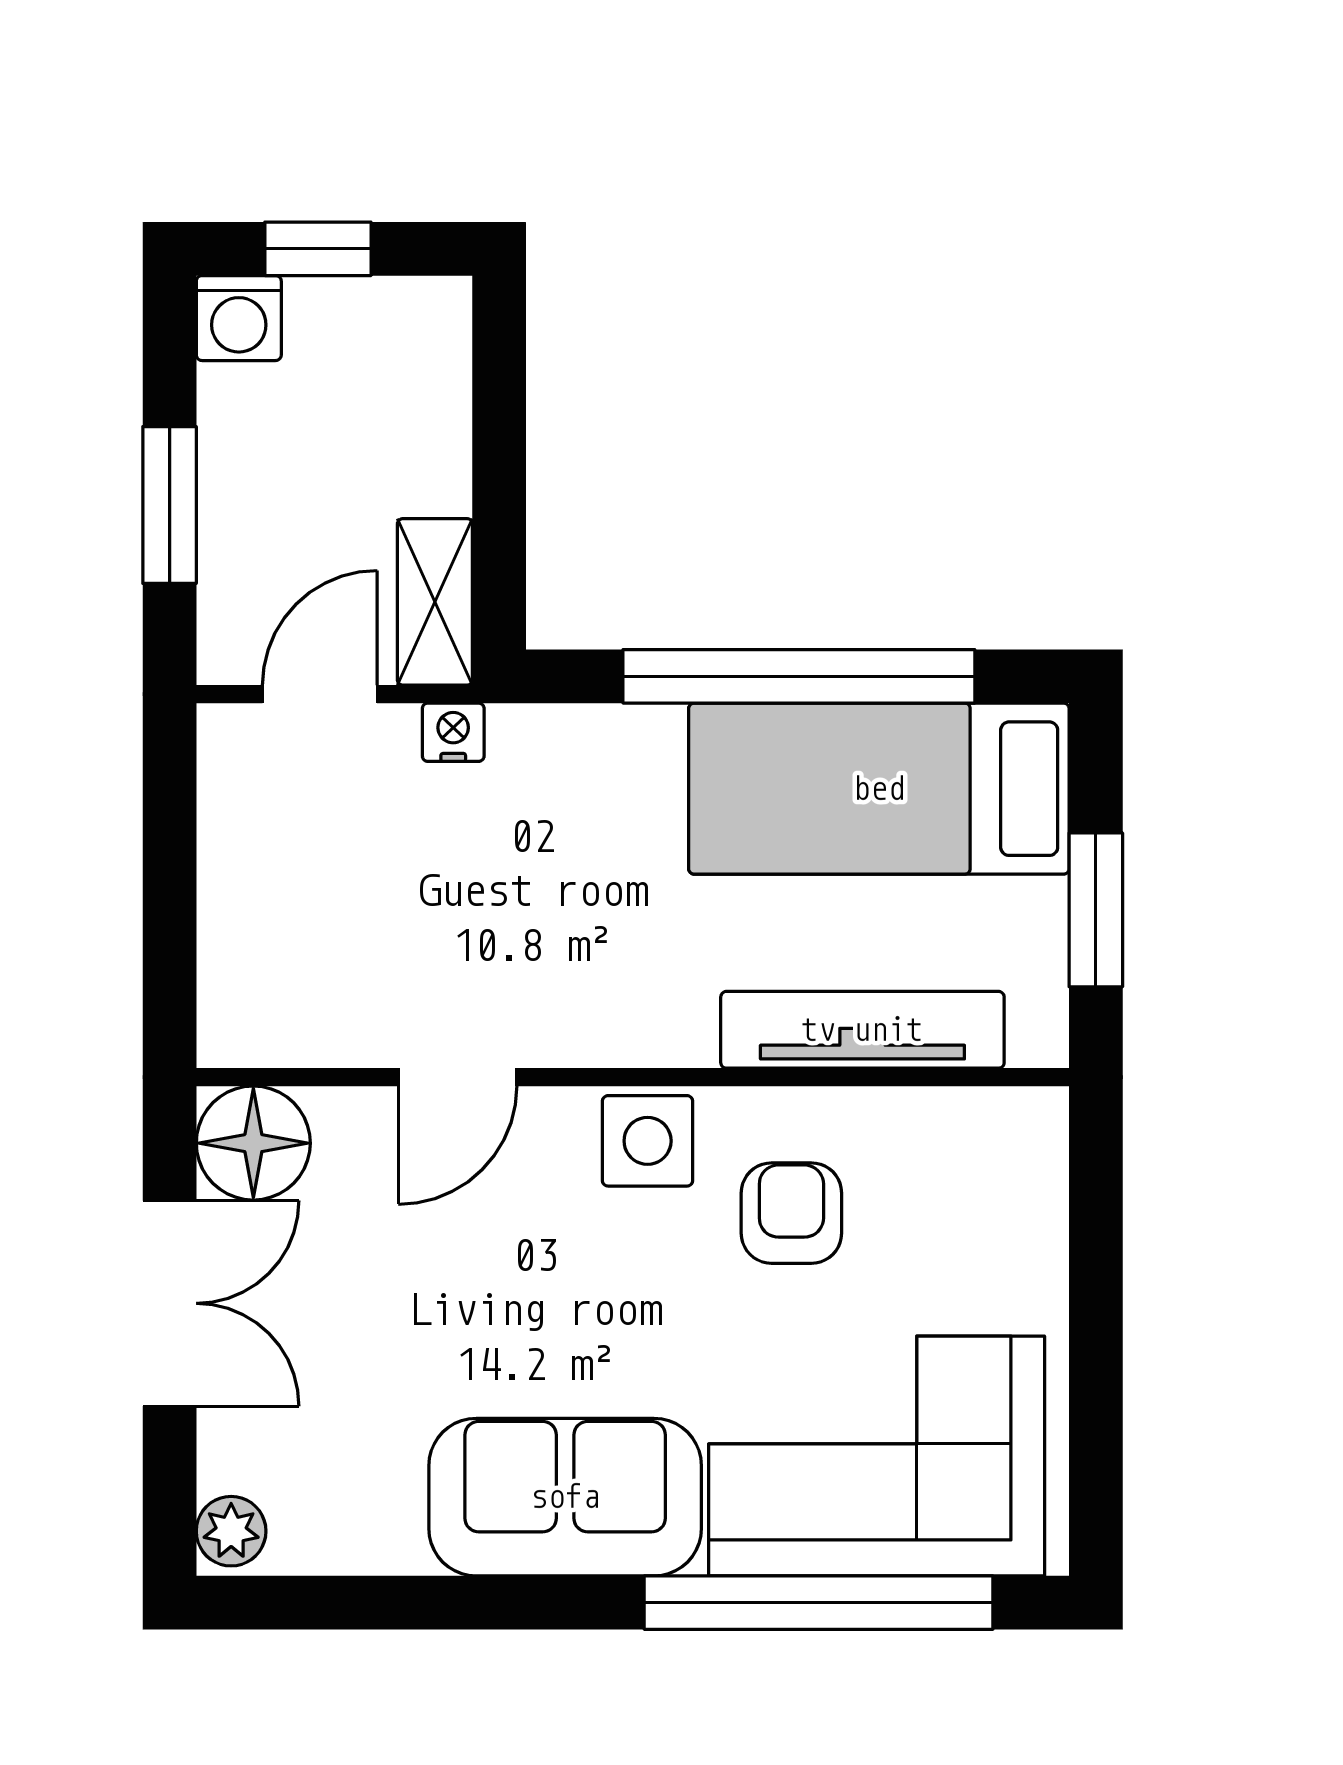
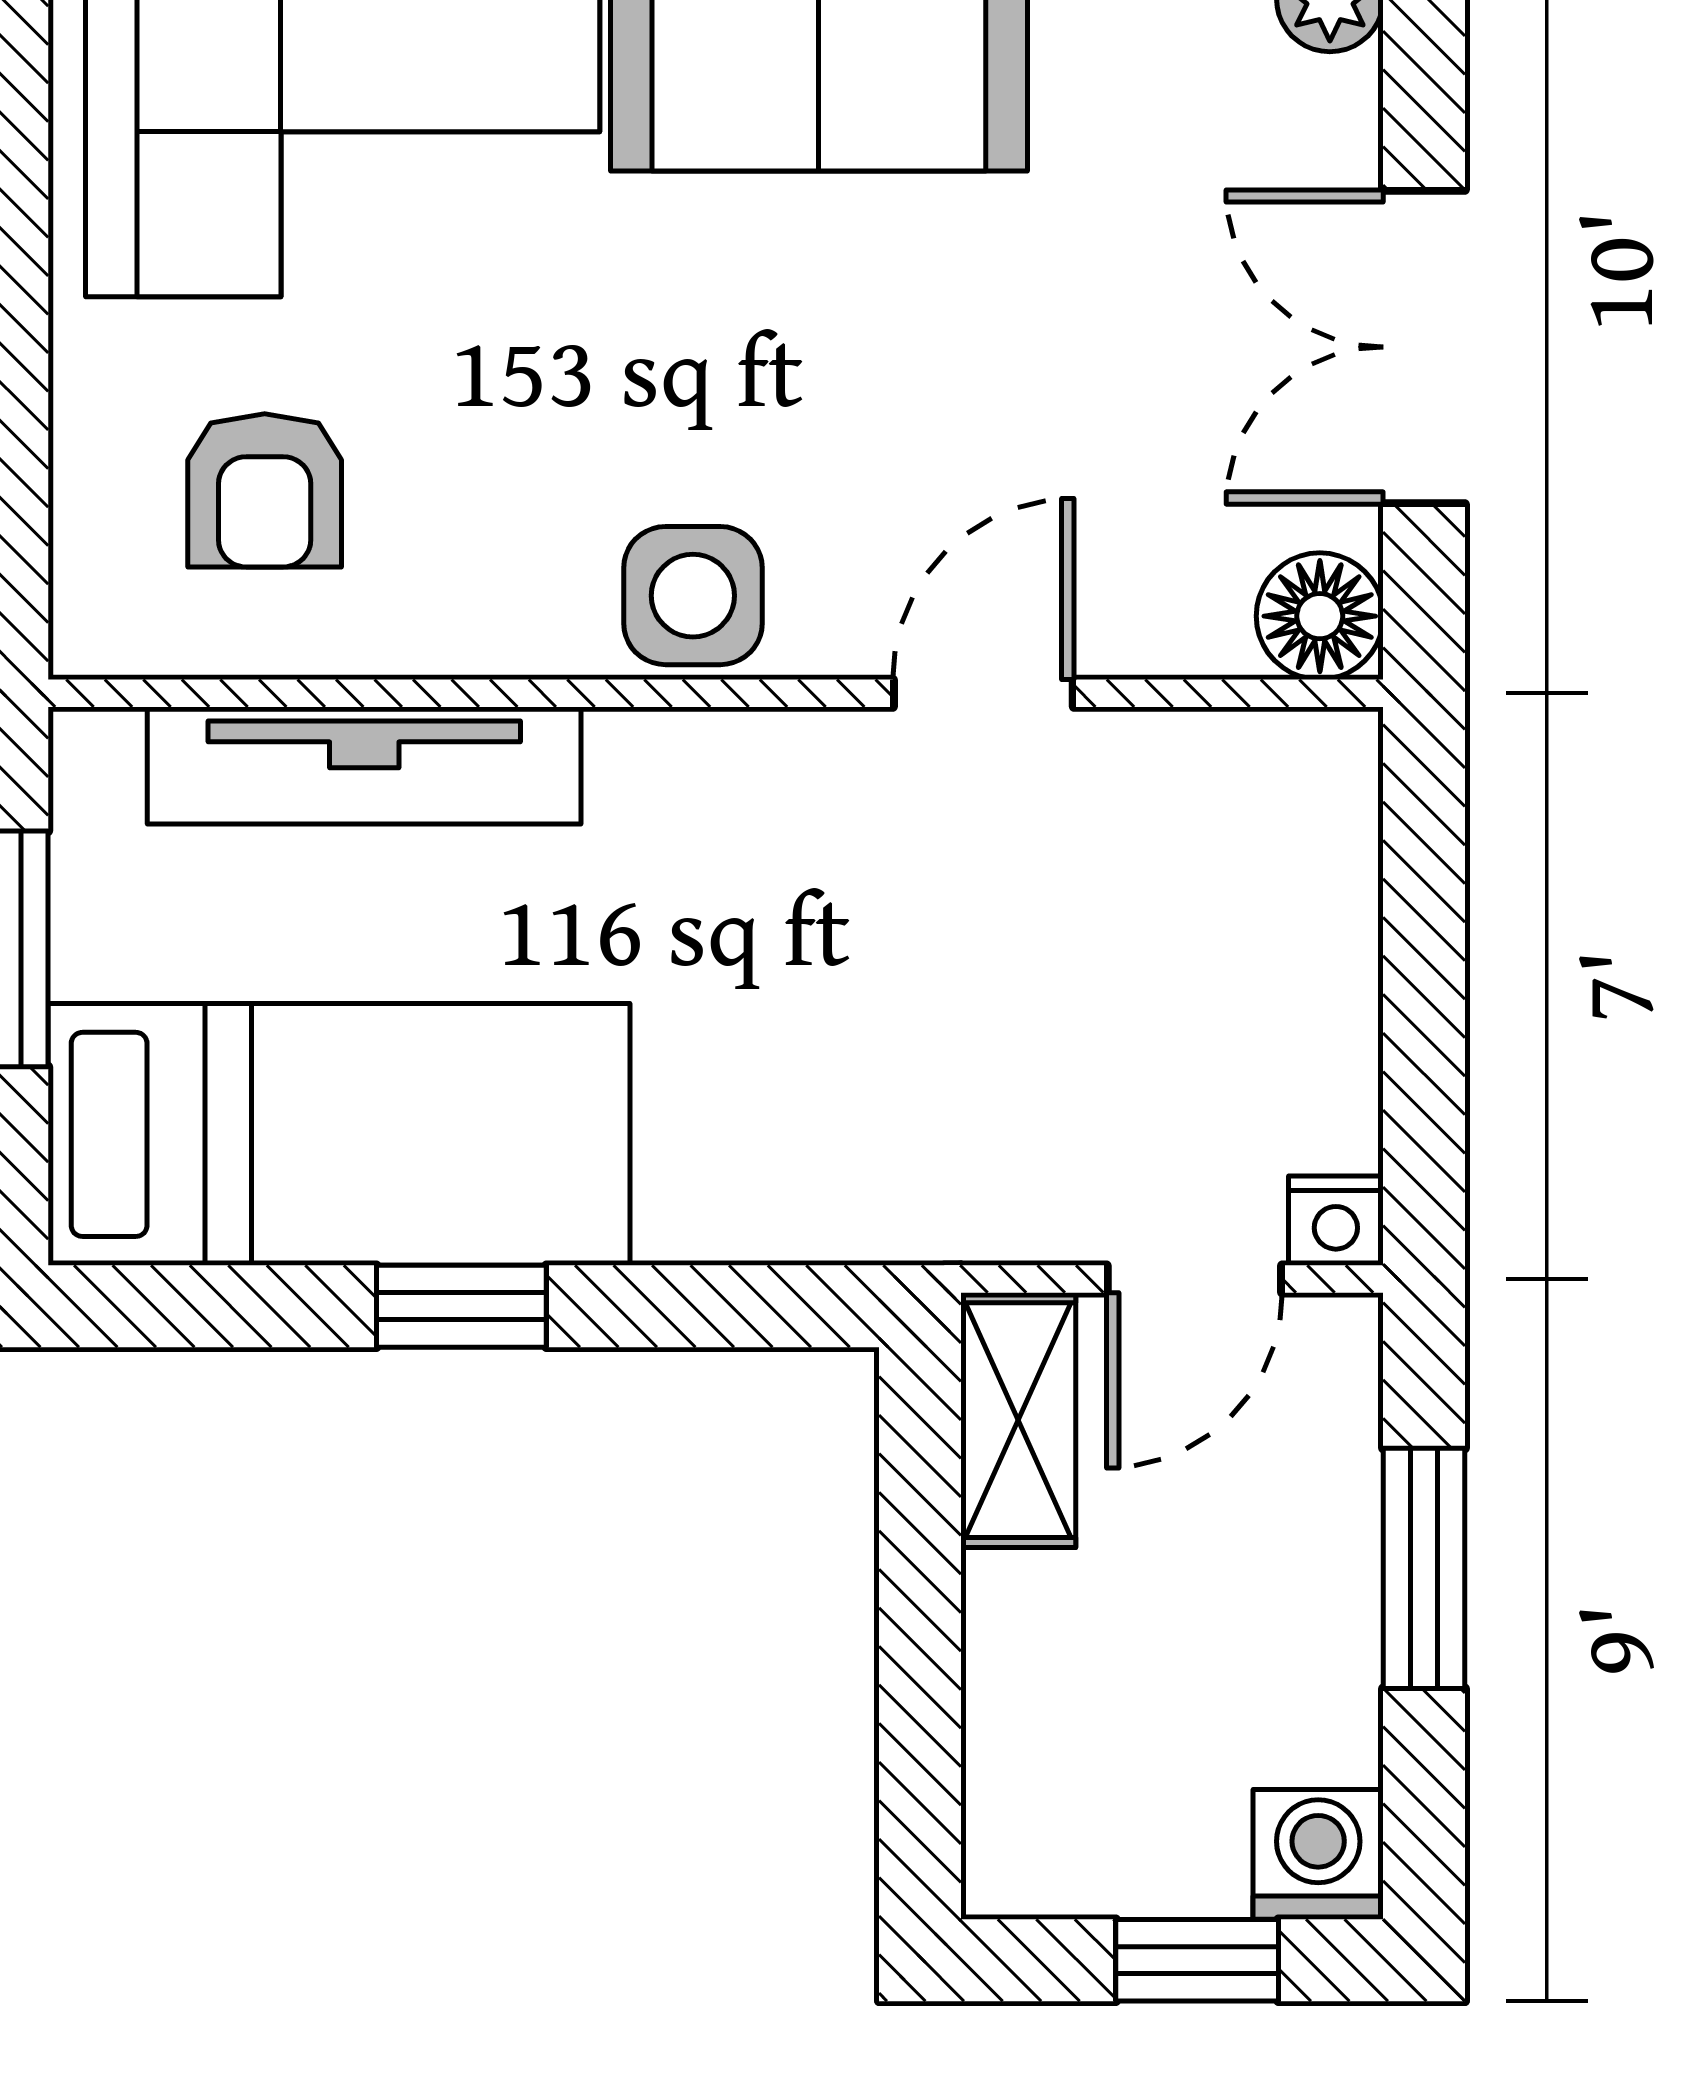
window: (799, 676) -> (461, 1306), width x0.32
nightstand: (453, 732) -> (1336, 1221), moved
floor lamp: (253, 1143) -> (1320, 616), width x0.73, depth x0.73
armchair: (791, 1213) -> (265, 490), moved

